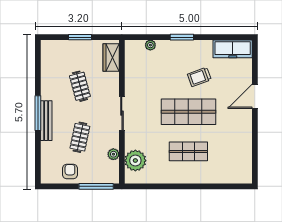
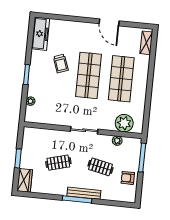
wardrobe: (111, 57) -> (25, 180), moved, turned -90
door: (255, 96) -> (109, 22), moved
shop shelf: (188, 151) -> (121, 79), width x1.43, depth x1.36
shelving: (235, 177) -> (146, 43), added

